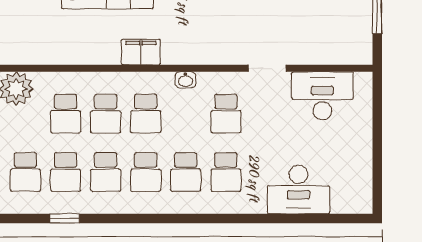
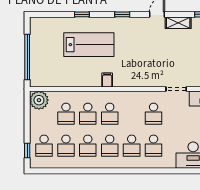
filing cabinet: (141, 52) -> (107, 80), width x0.50
washbasin: (185, 80) -> (131, 95), removed
window: (65, 218) -> (65, 171), removed

